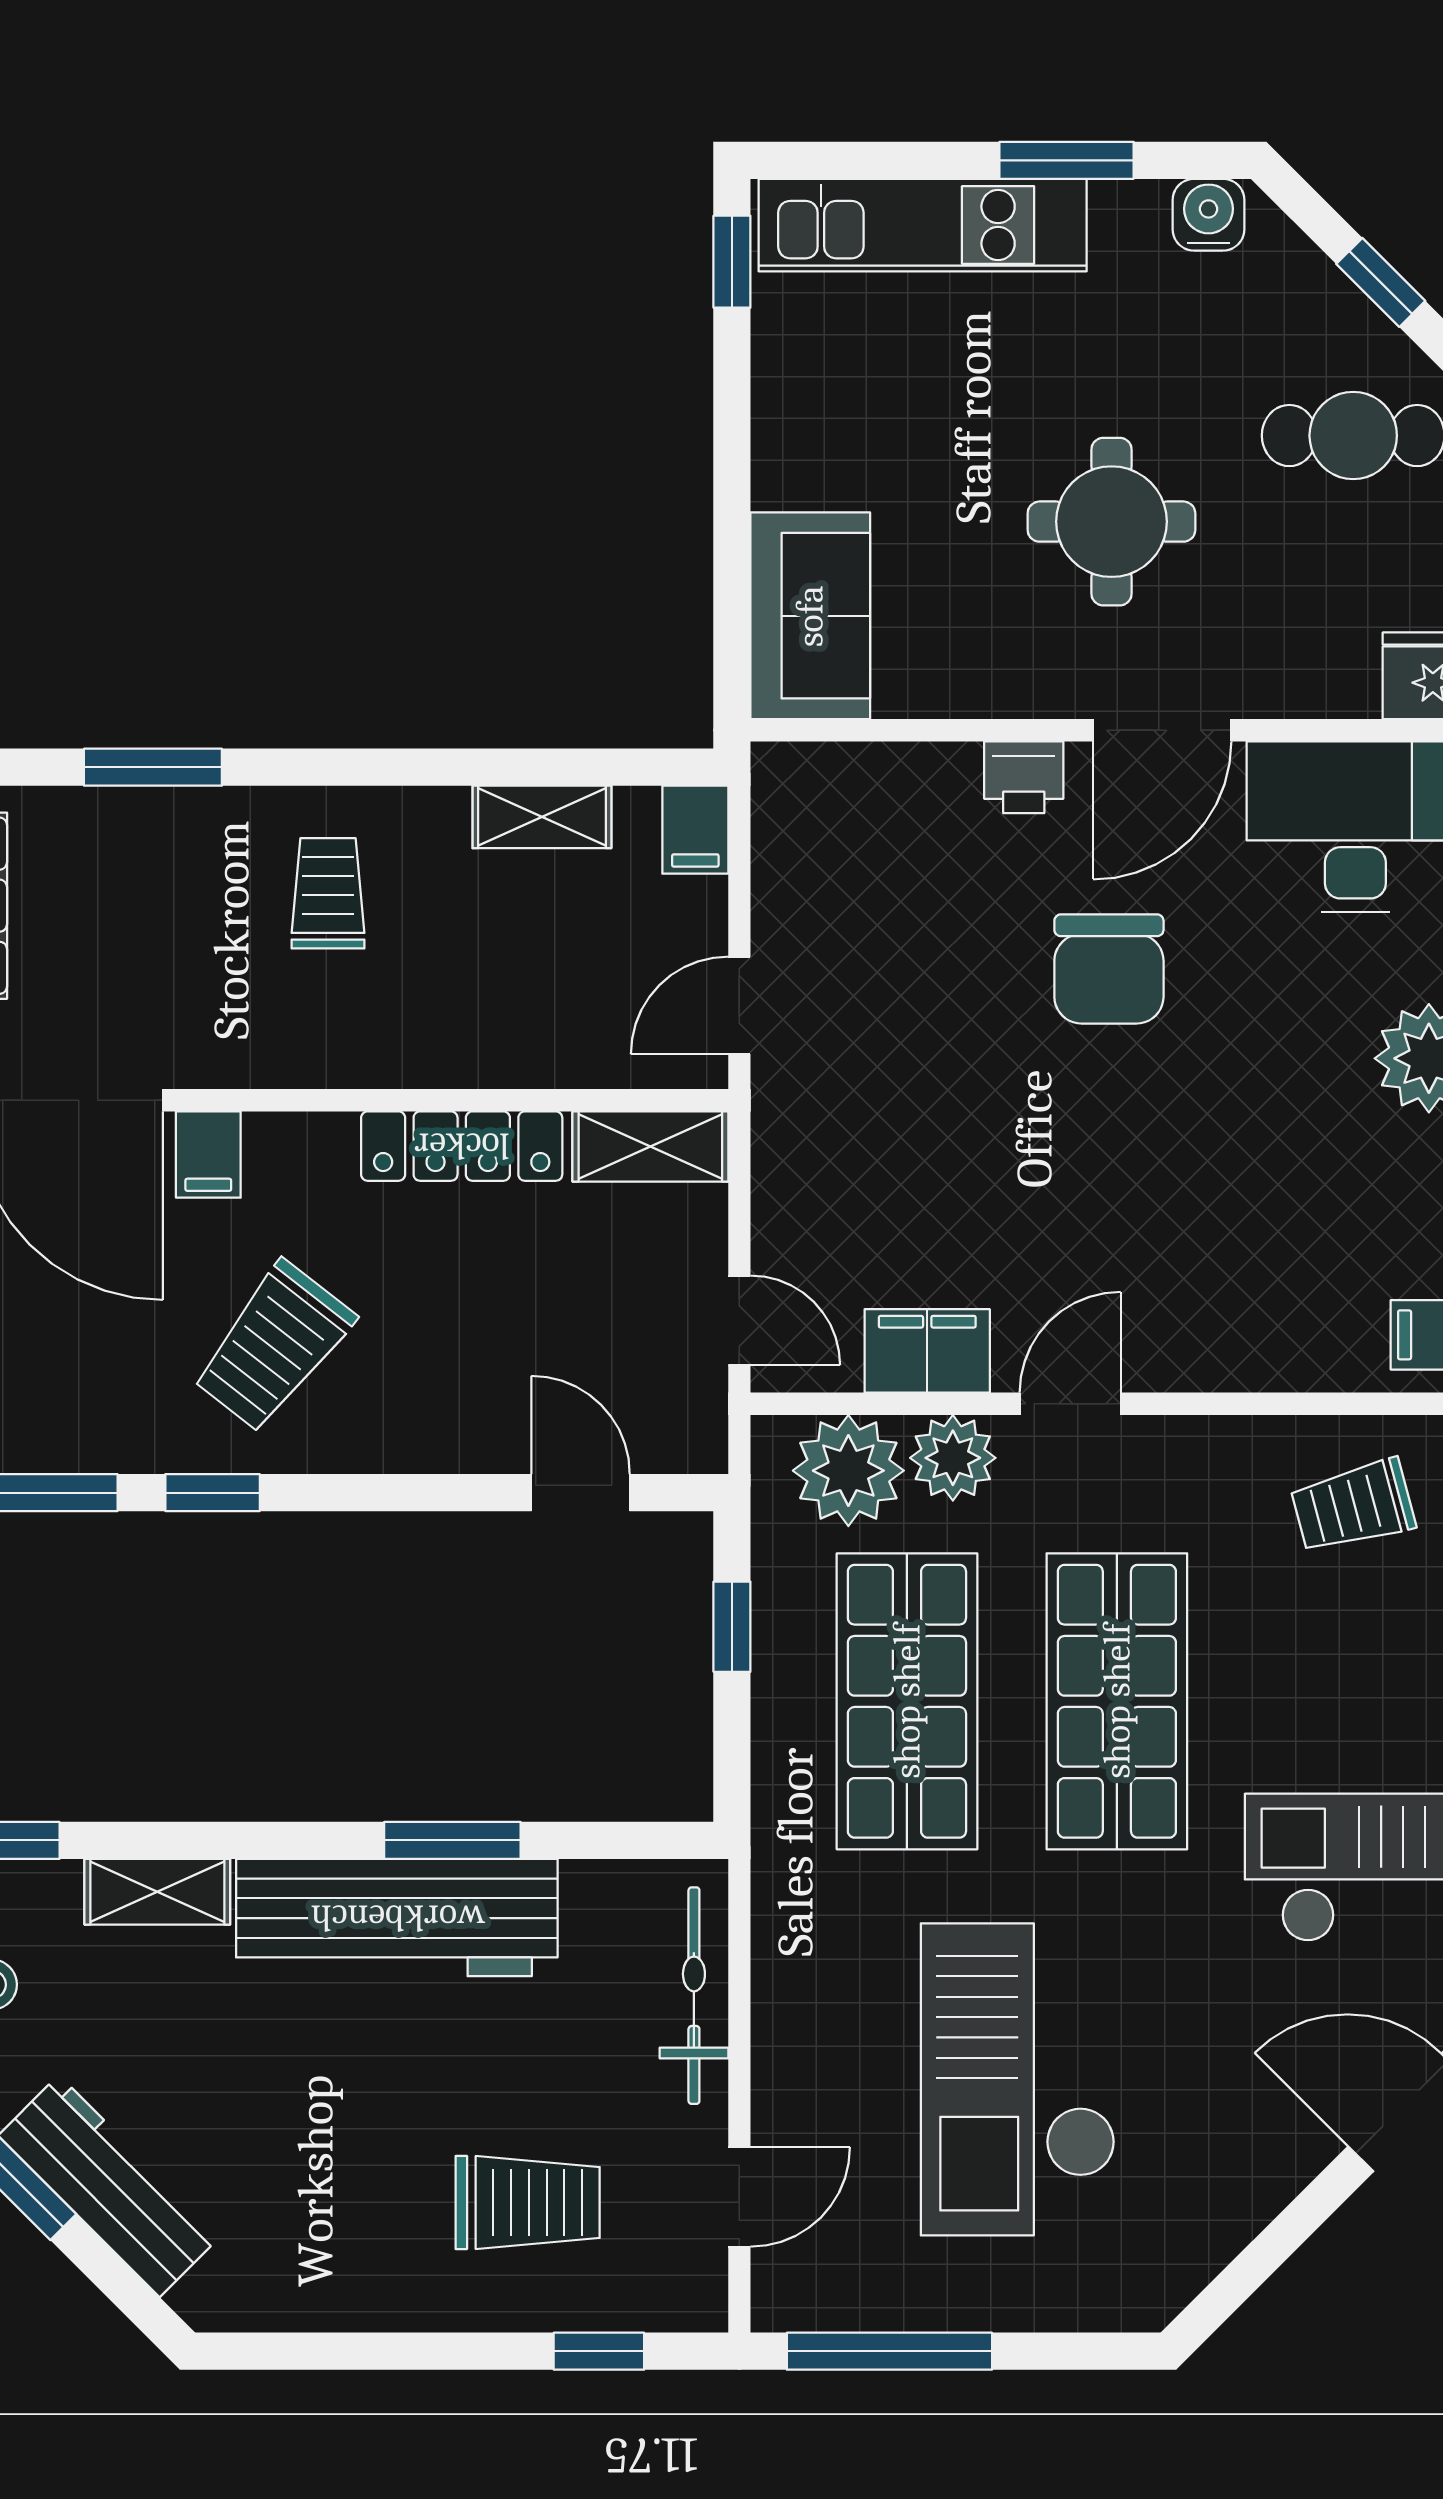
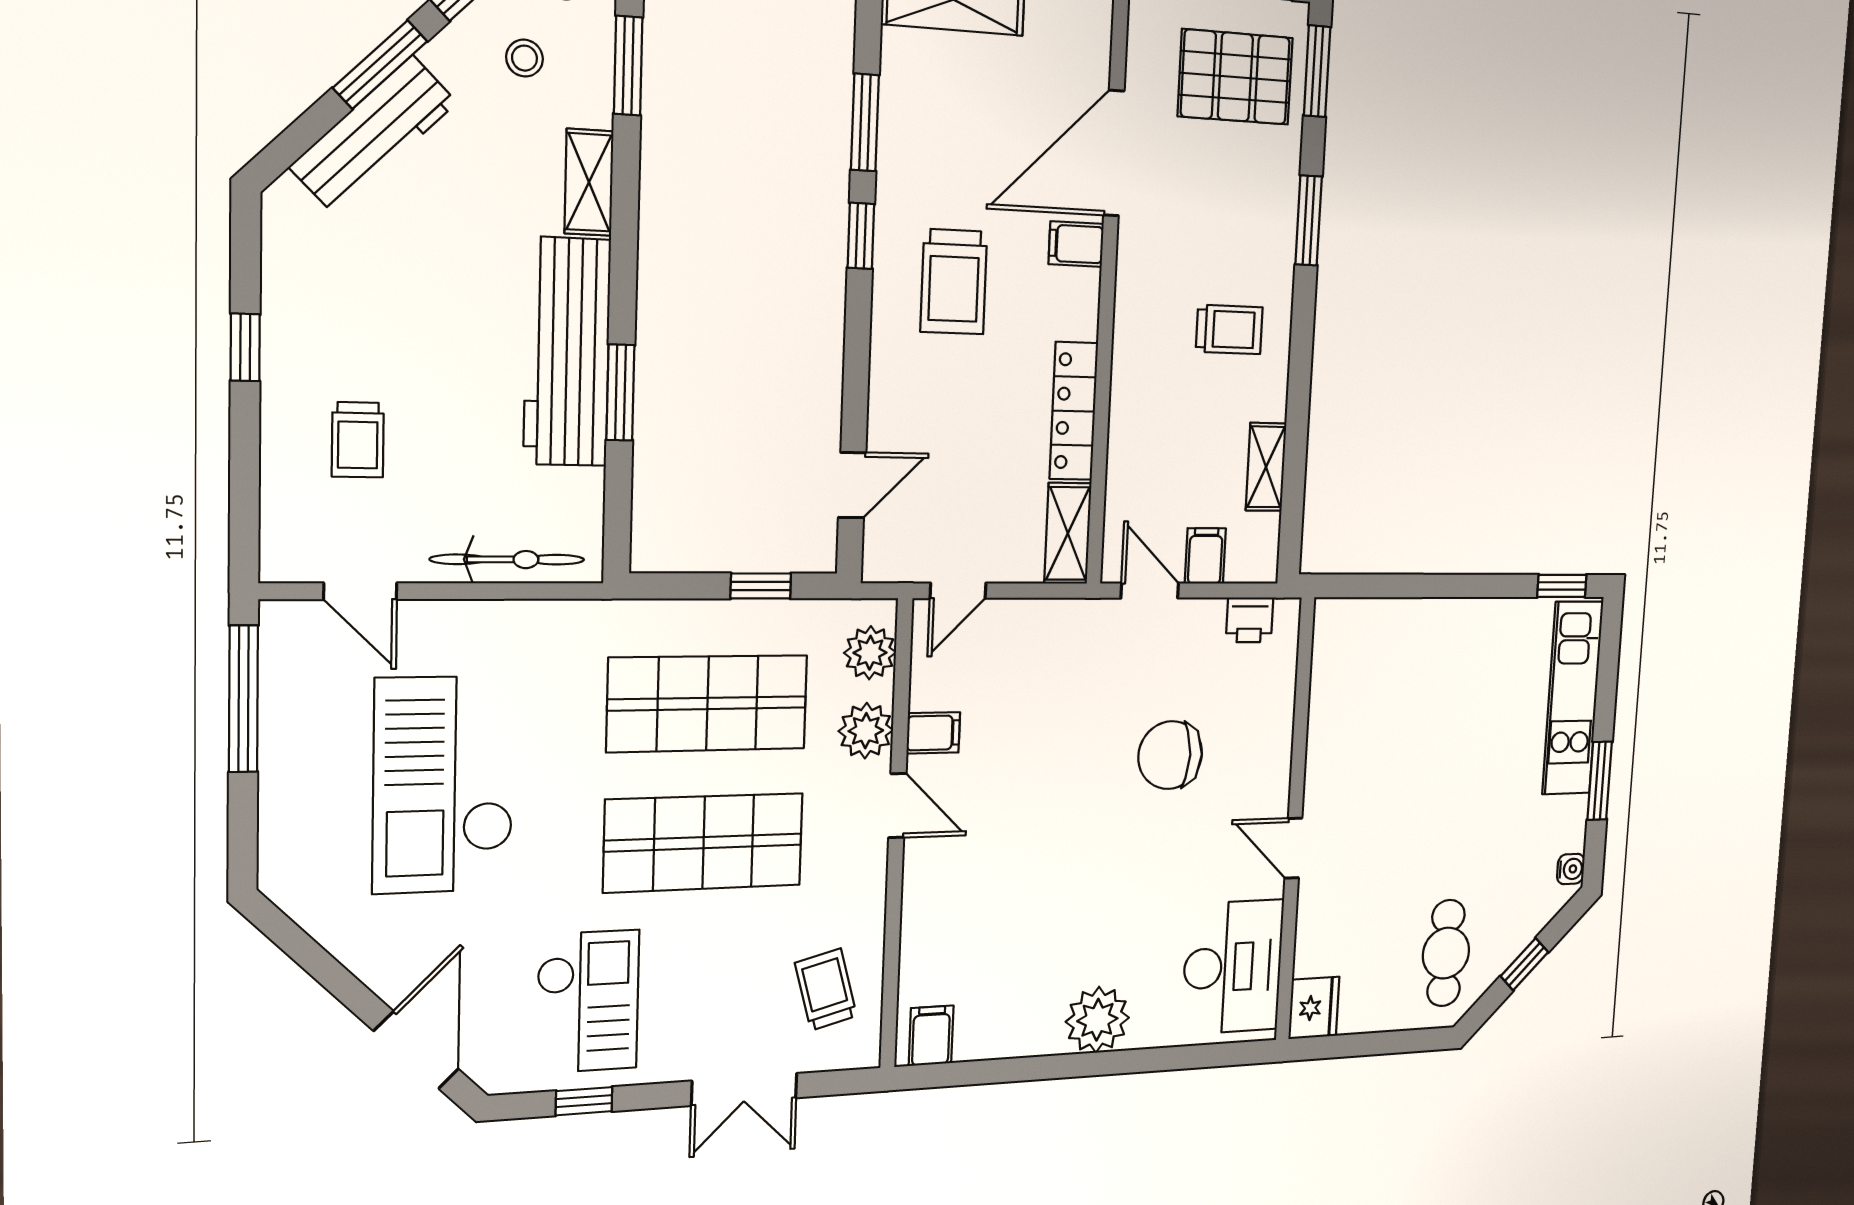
water cooler: (1209, 215) -> (1571, 869), width x0.72, depth x0.72
round table: (1111, 522) -> (1409, 813), removed
sofa: (810, 616) -> (1370, 634), removed
door: (1162, 730) -> (1293, 848), width x0.73
printer: (1024, 777) -> (1250, 620), moved, turned -90
filing cabinet: (695, 830) -> (1205, 556), moved, turned 90
chair: (1109, 969) -> (1170, 755), moved
trolley: (273, 1347) -> (954, 282), turned -128
filing cabinet: (927, 1351) -> (933, 733), width x0.50
plant: (848, 1471) -> (870, 653), width x0.73, depth x0.73
checkout: (1018, 2079) -> (444, 785), turned -90
trolley: (528, 2203) -> (358, 440), width x0.73, depth x0.72
window: (599, 2351) -> (245, 347), moved

